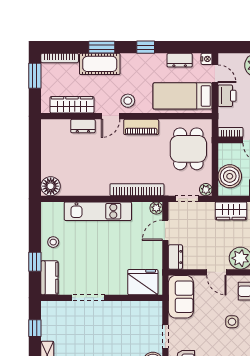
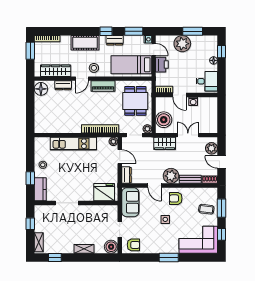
window: (102, 47) -> (134, 31), moved
dresser: (180, 60) -> (115, 40), moved
cot: (100, 64) -> (85, 43), moved
floor lamp: (51, 186) -> (41, 89), moved
door: (165, 230) -> (120, 157), swing flipped

